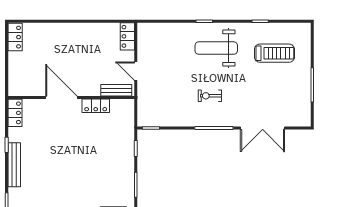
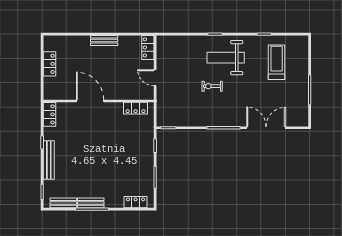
locker: (15, 37) -> (49, 64), moved
treadmill: (274, 53) -> (277, 62), turned -90
bench: (116, 90) -> (104, 40), moved
exercise bike: (210, 96) -> (212, 86), moved
locker: (96, 106) -> (136, 108), moved
double door: (263, 128) -> (266, 128), swing flipped

